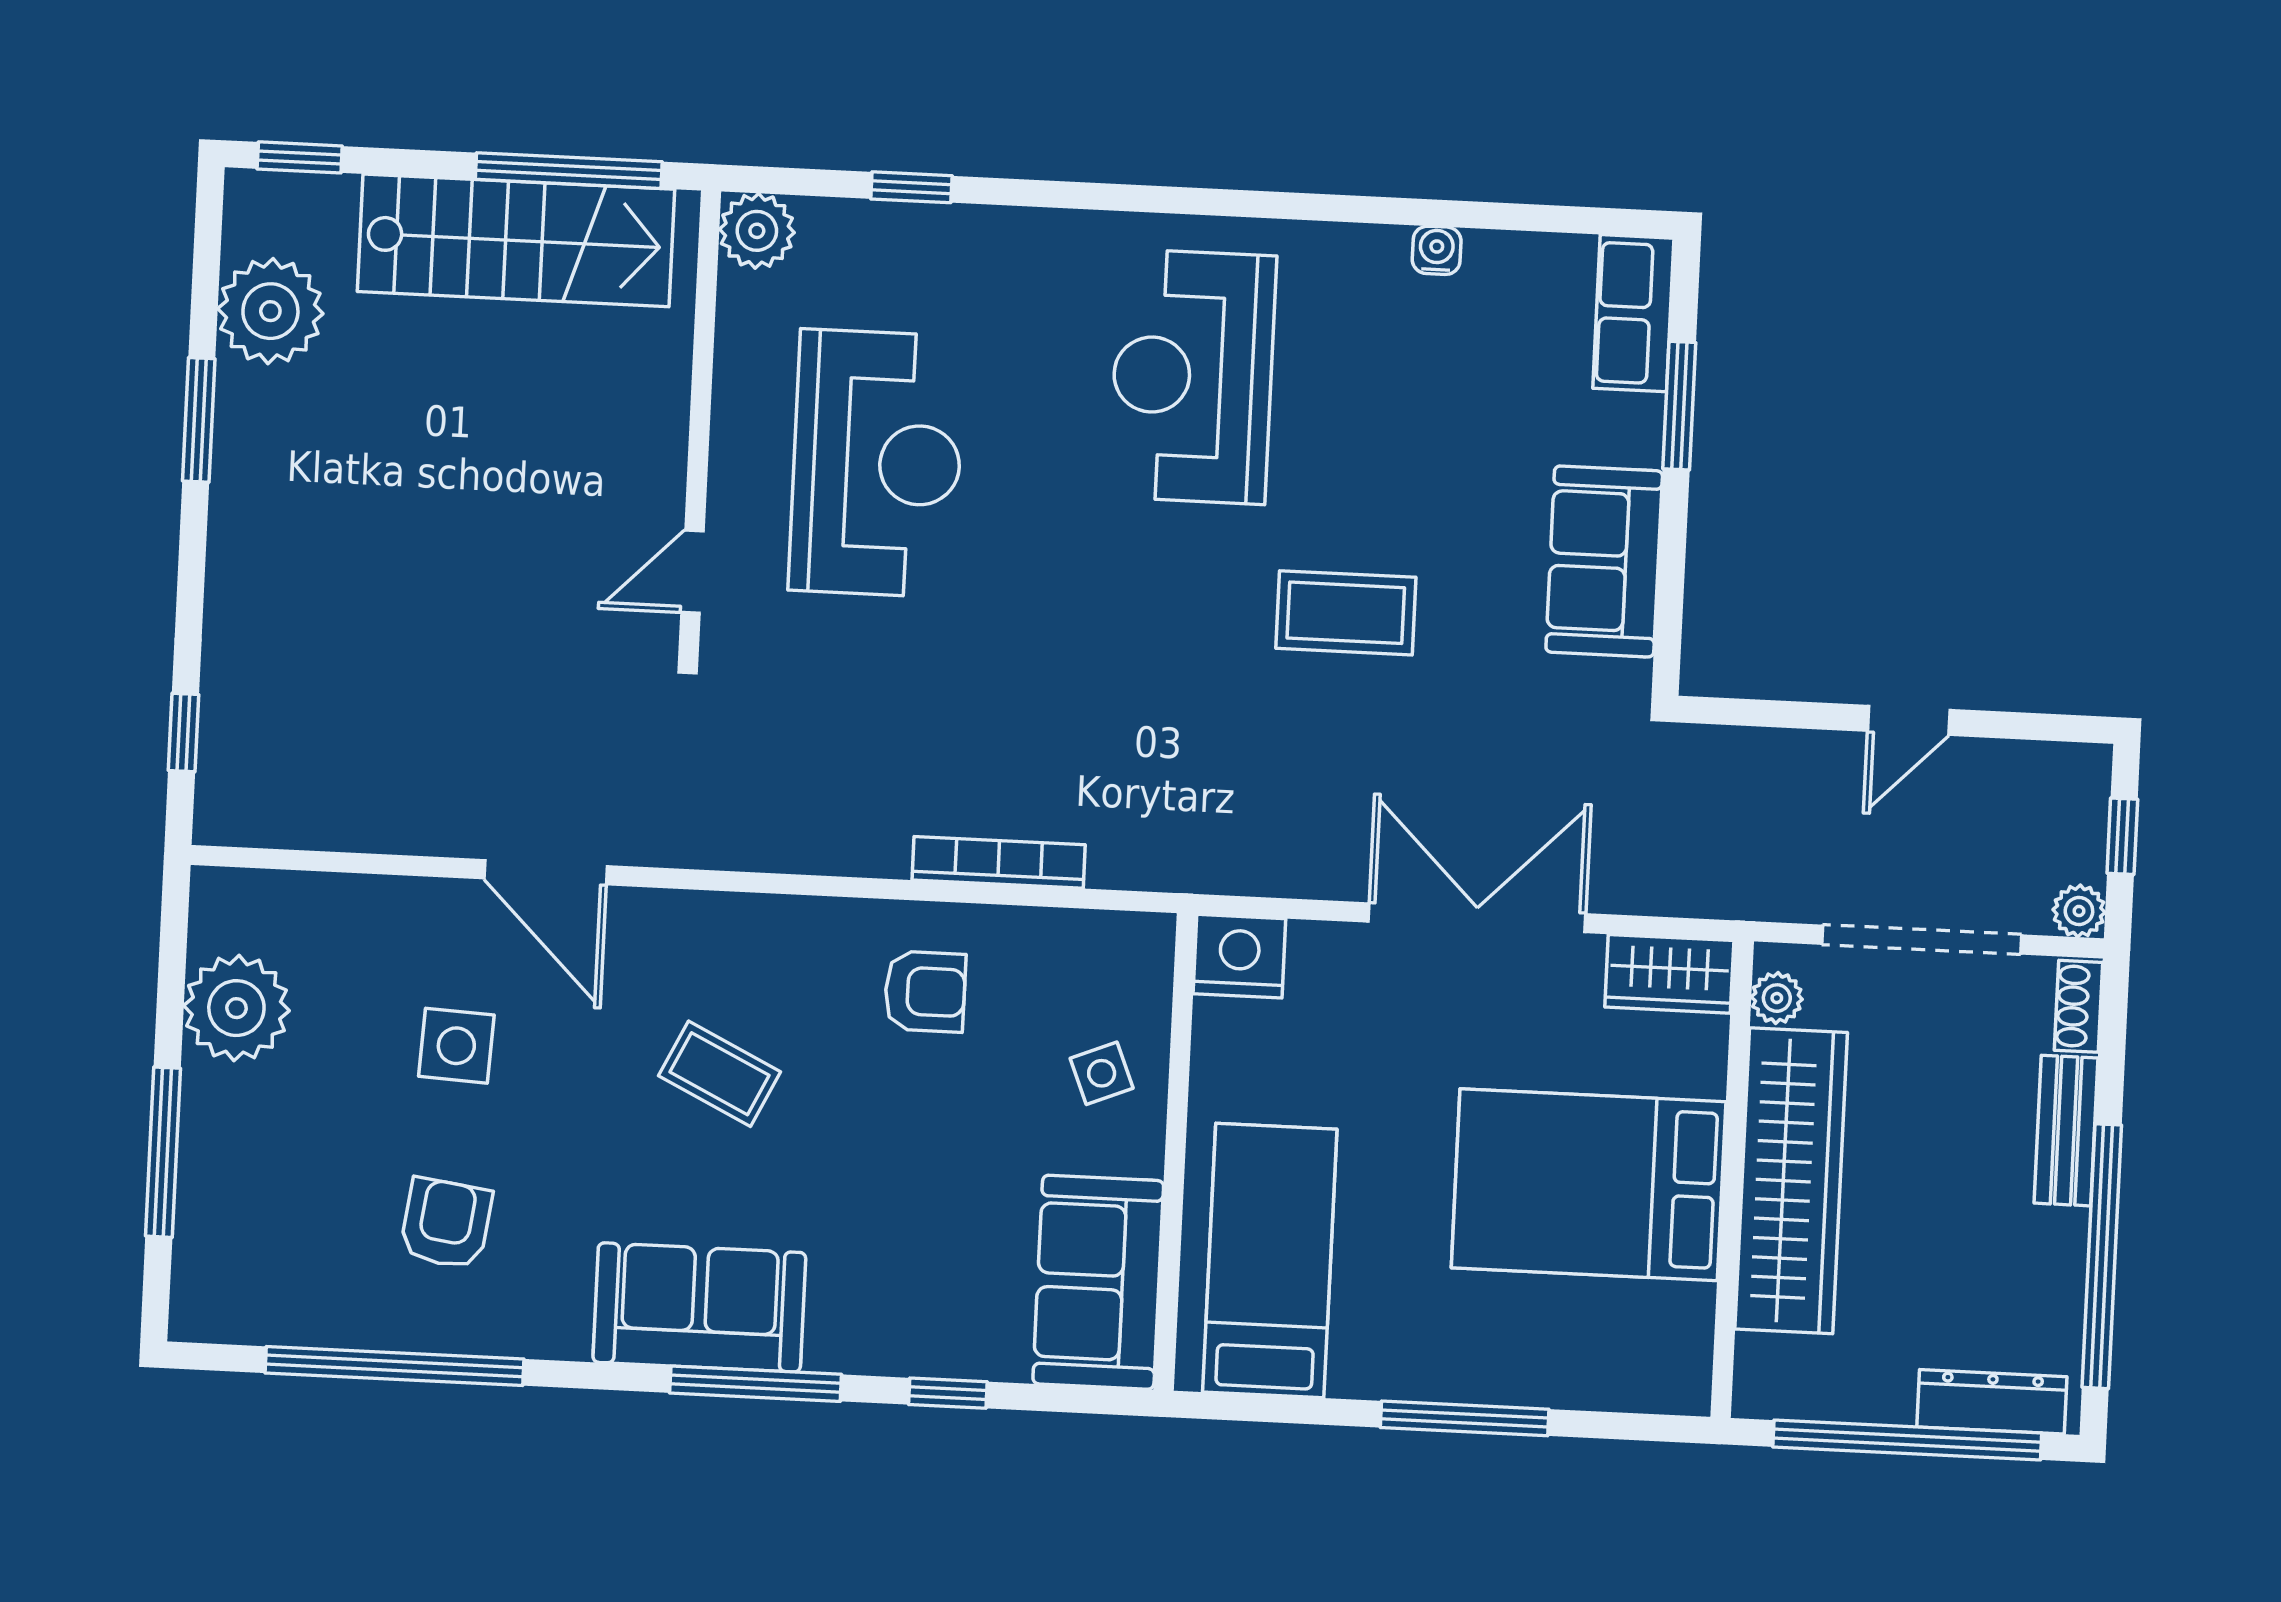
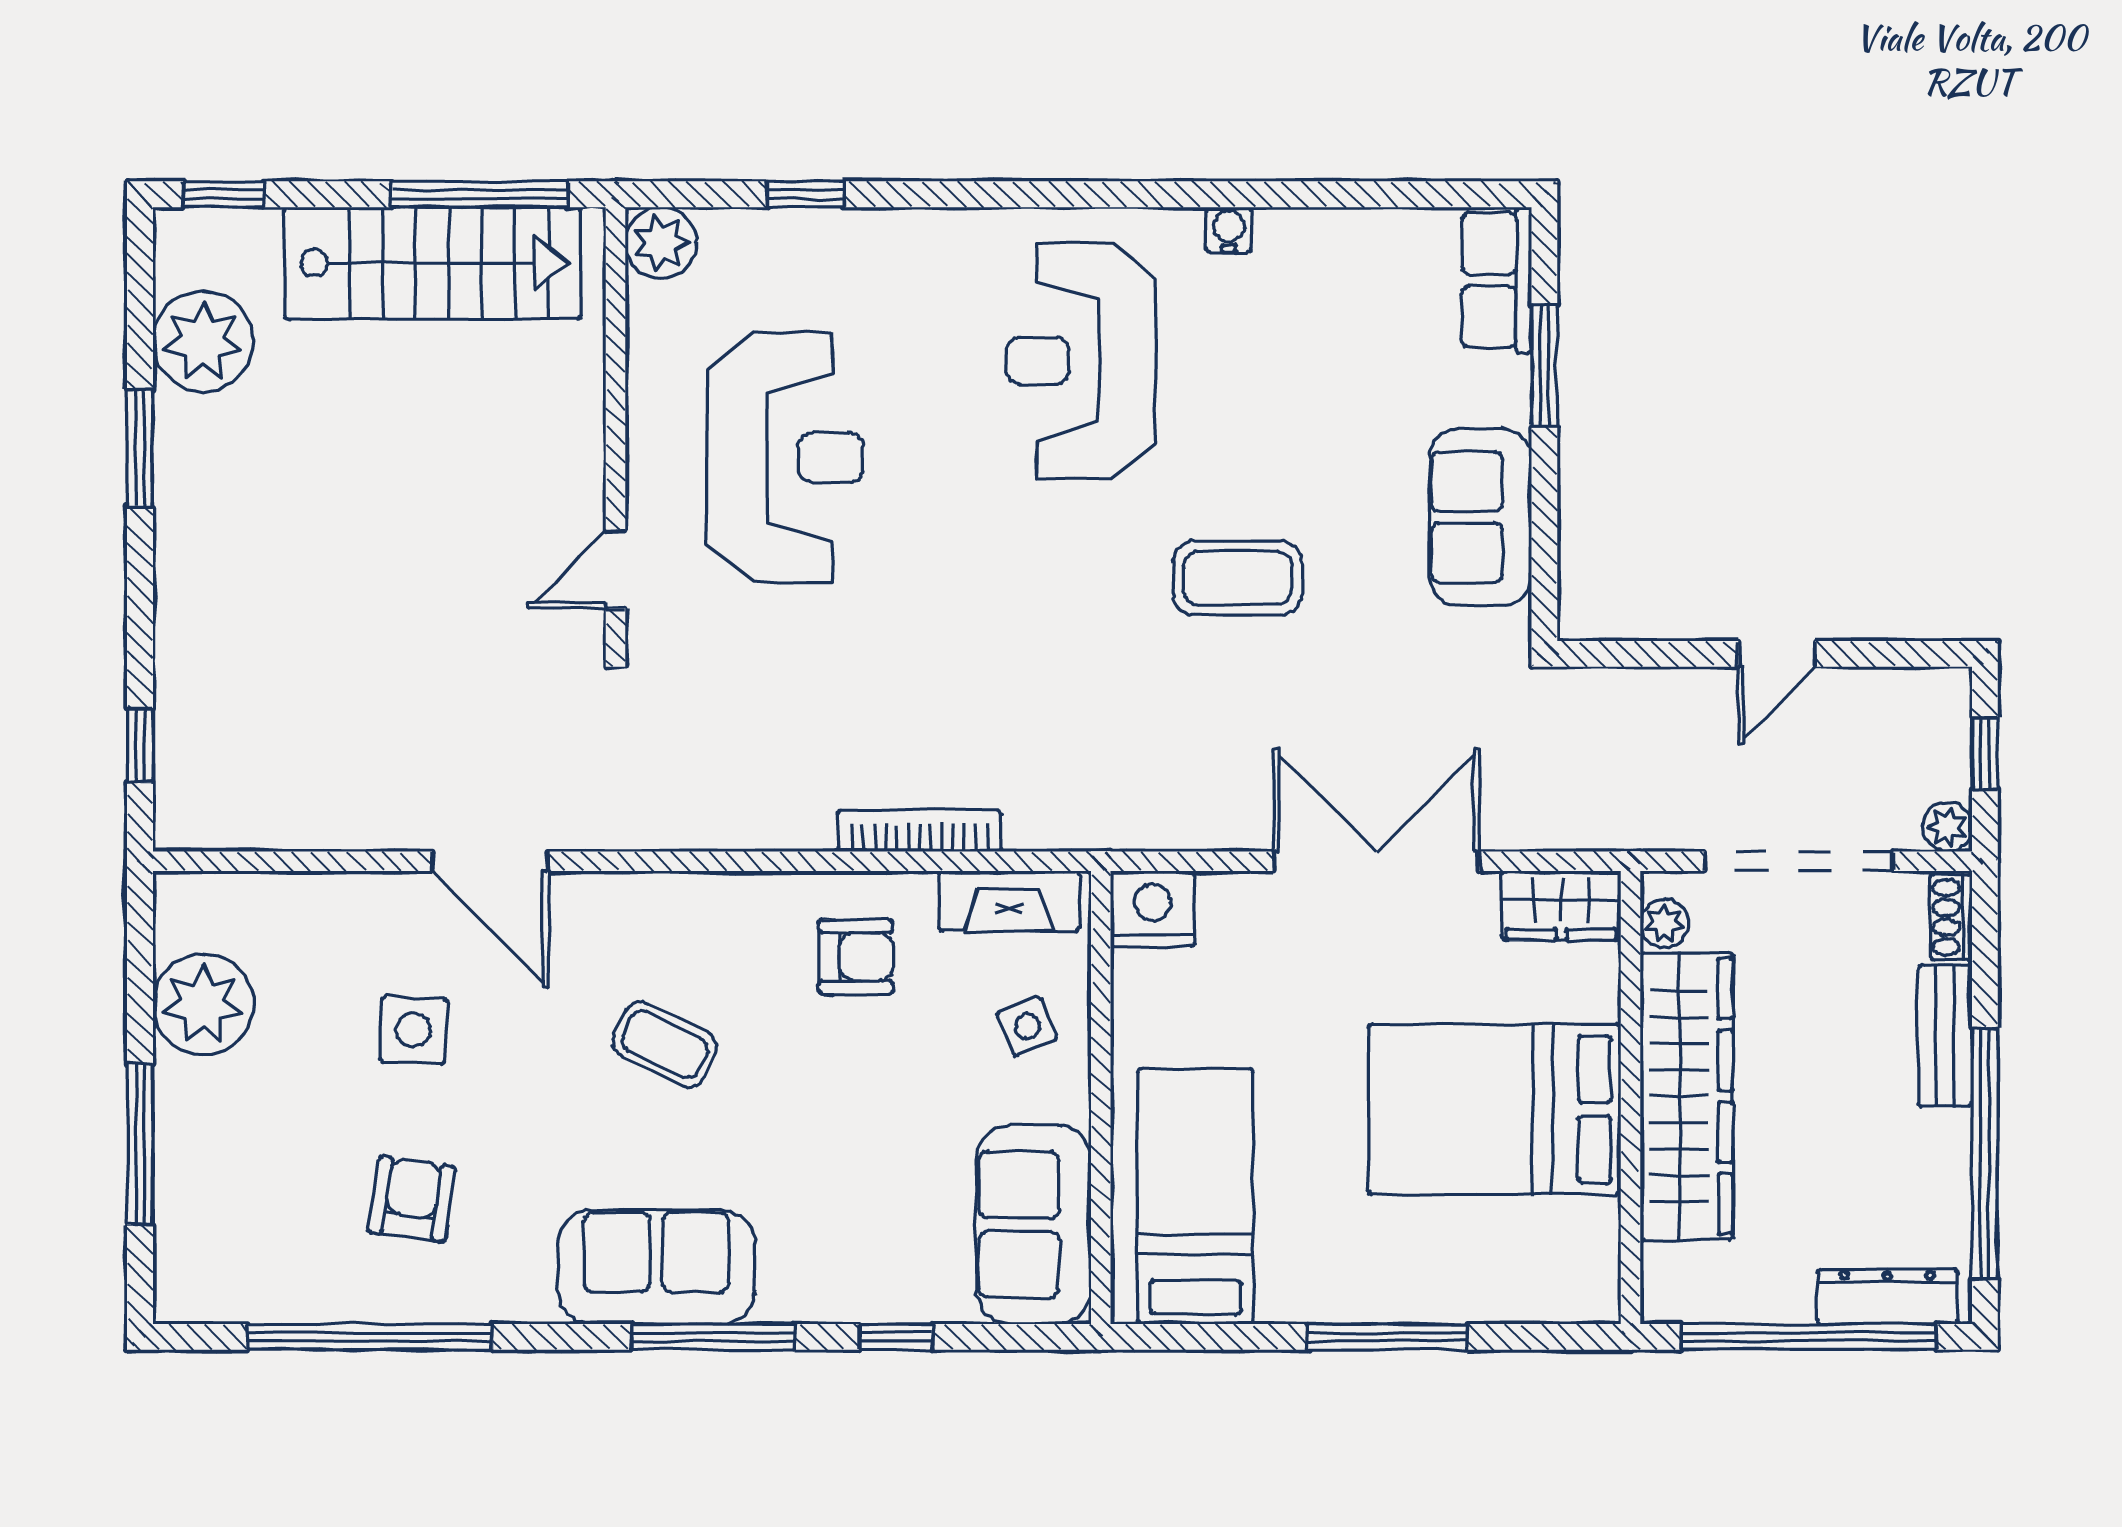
water cooler: (1437, 250) -> (1229, 230), moved
fireplace: (1089, 941) -> (1009, 901), added

